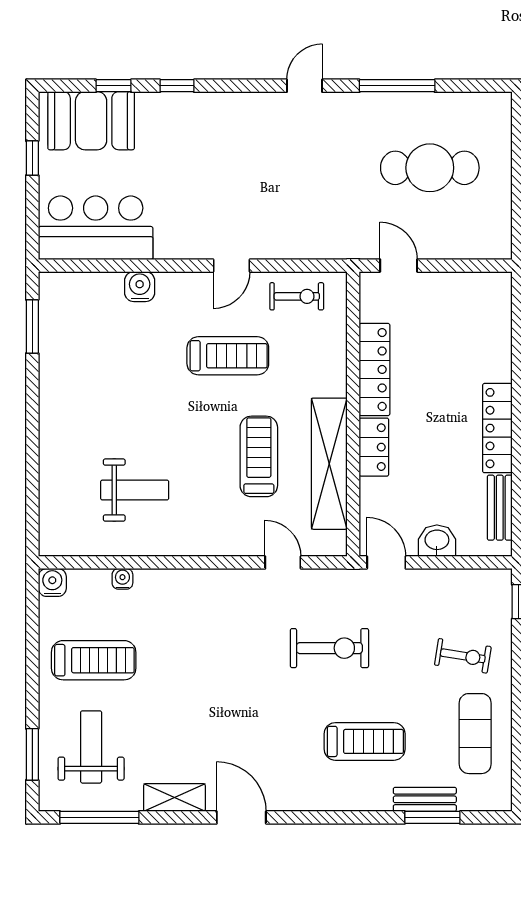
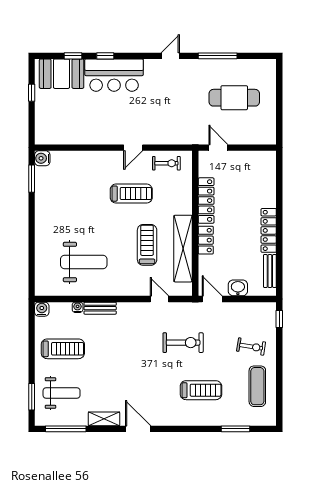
bar counter: (96, 228) -> (114, 75), moved, turned 180
water cooler: (140, 287) -> (42, 158), moved, turned -90
weight bench: (135, 490) -> (84, 262), width x1.36, depth x1.33
weight bench: (91, 747) -> (62, 393), turned 90
bench: (425, 799) -> (100, 308), moved

